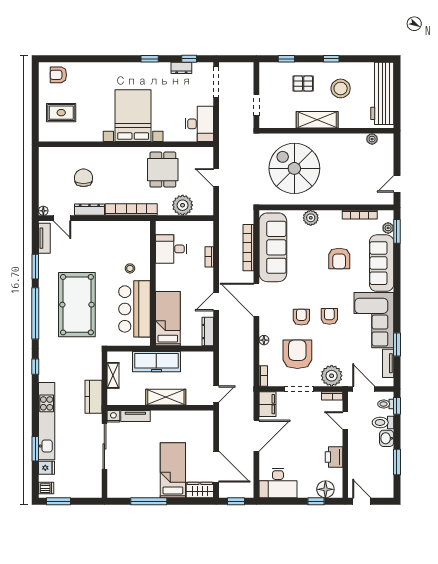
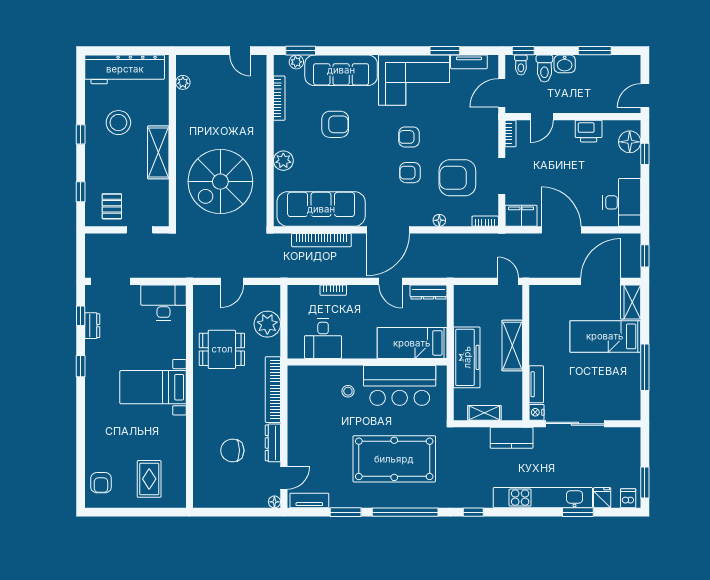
pallet: (303, 84) -> (112, 206), moved
bed with nightstands: (133, 116) -> (153, 387), width x0.73
plant: (332, 376) -> (485, 134), removed

